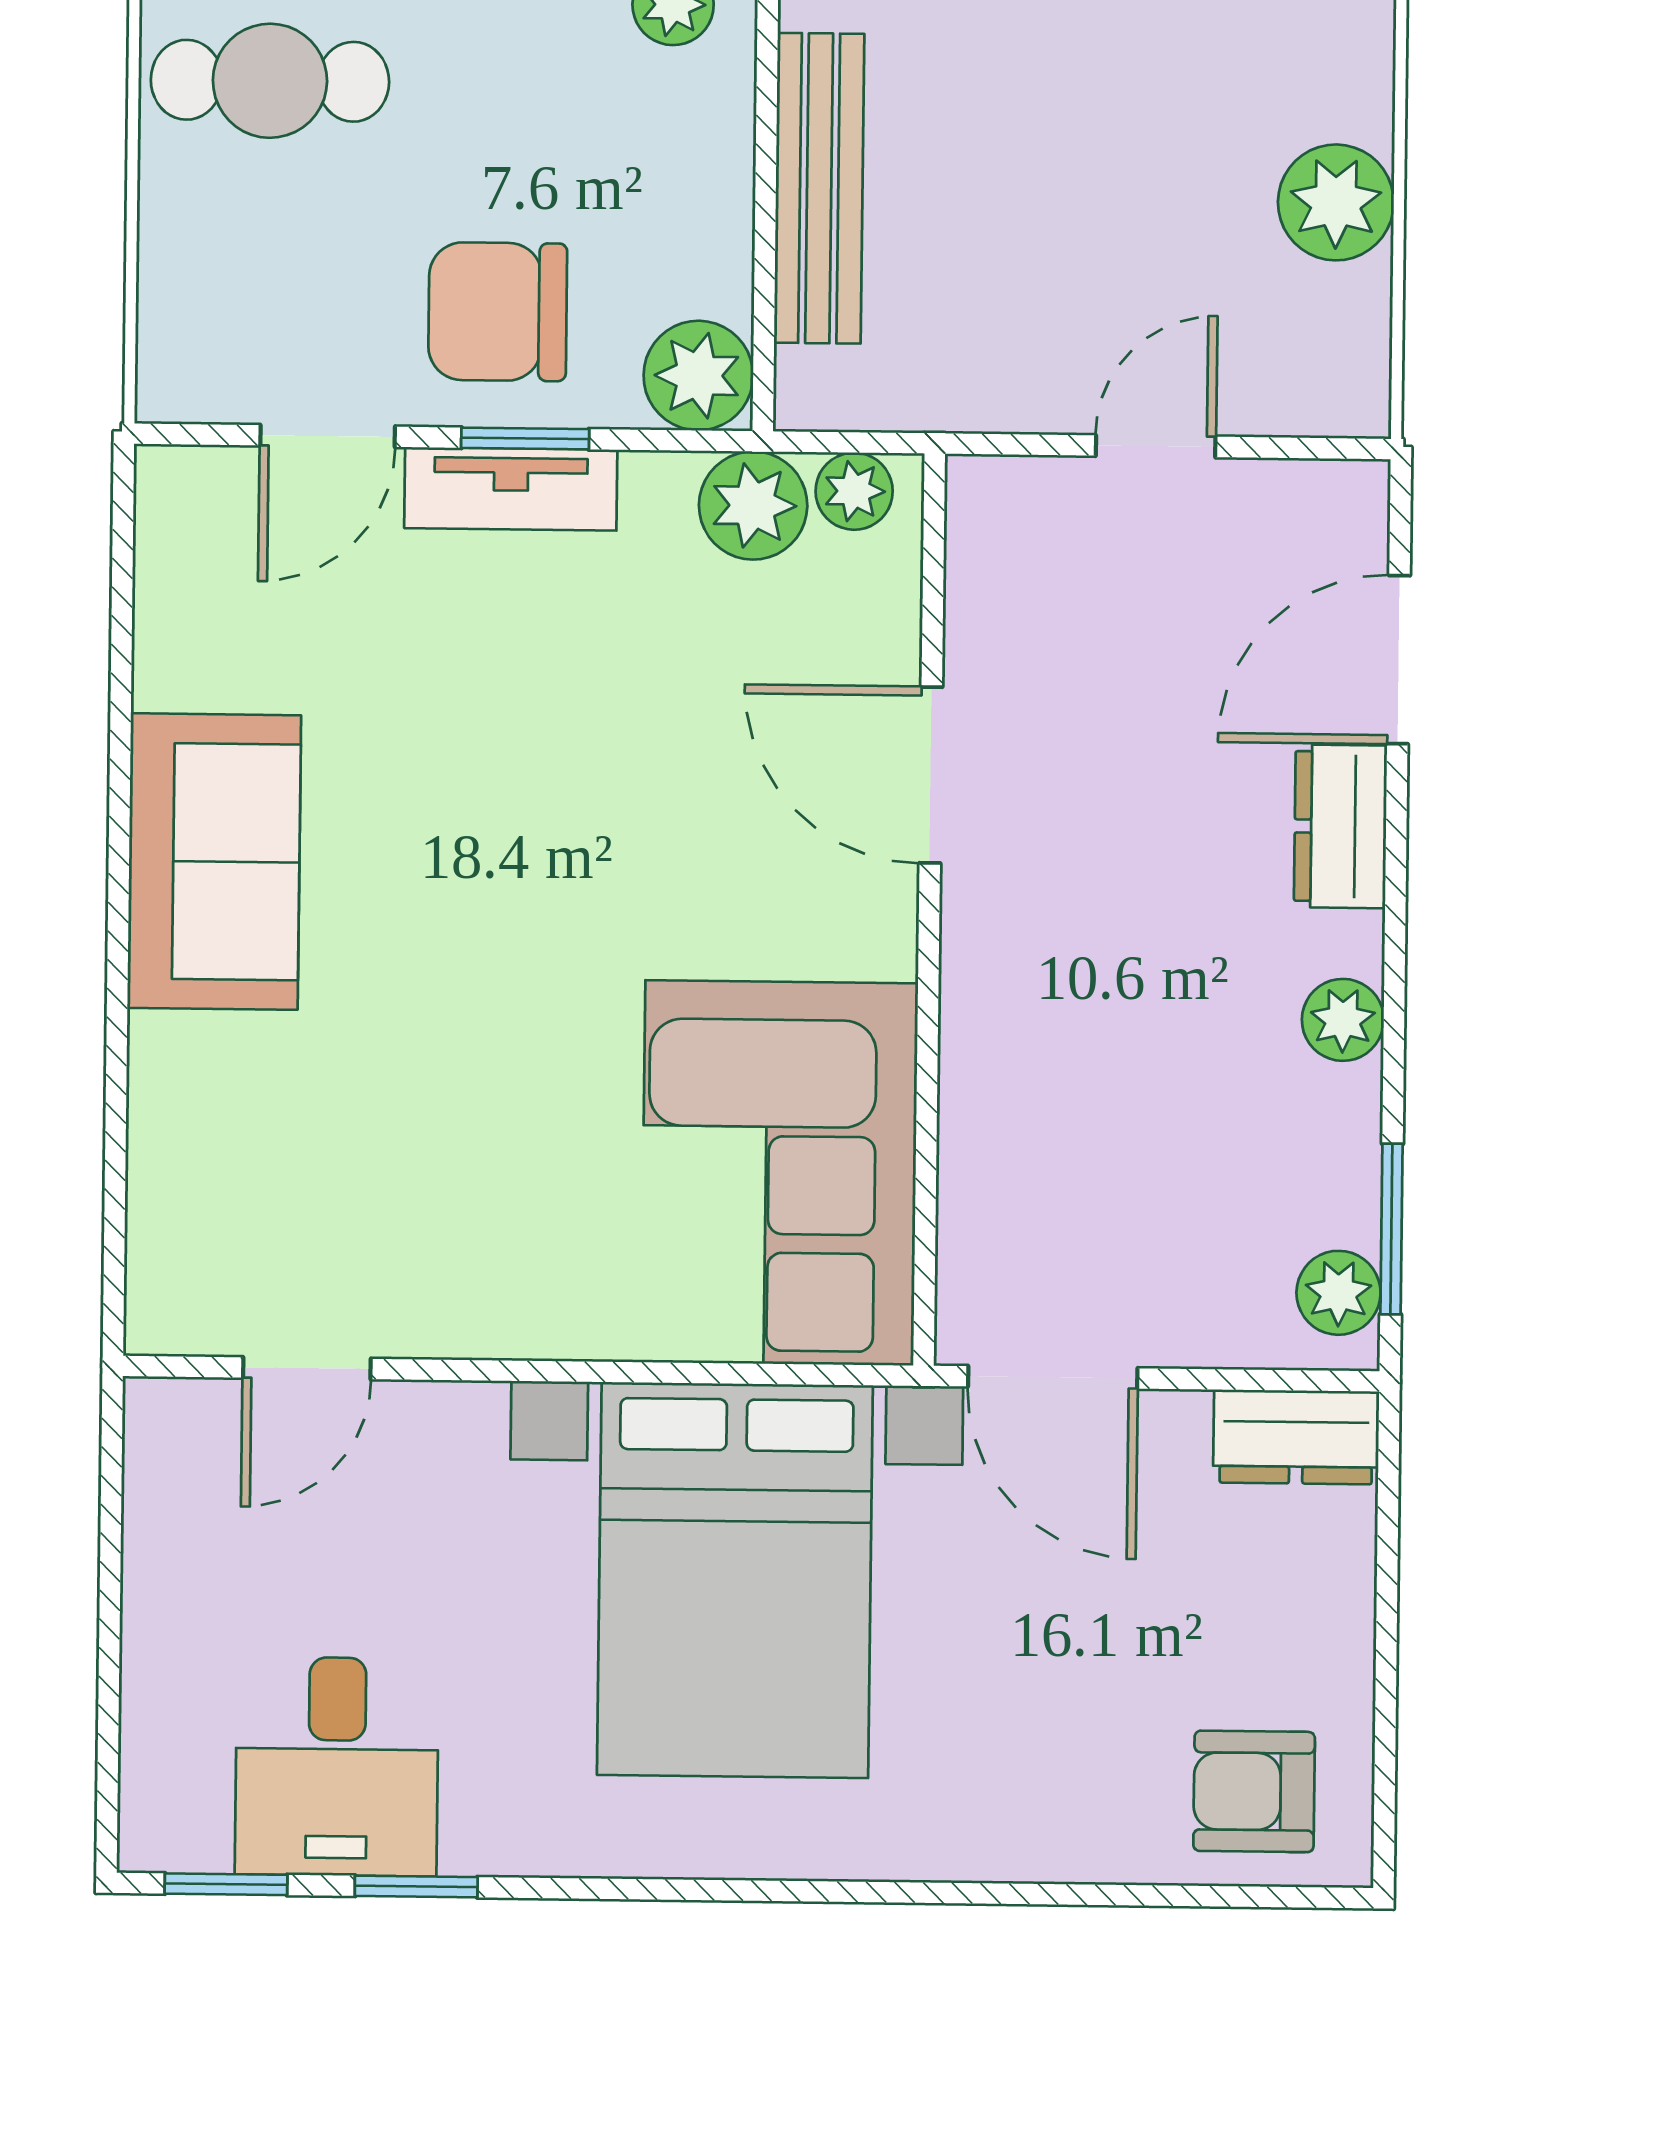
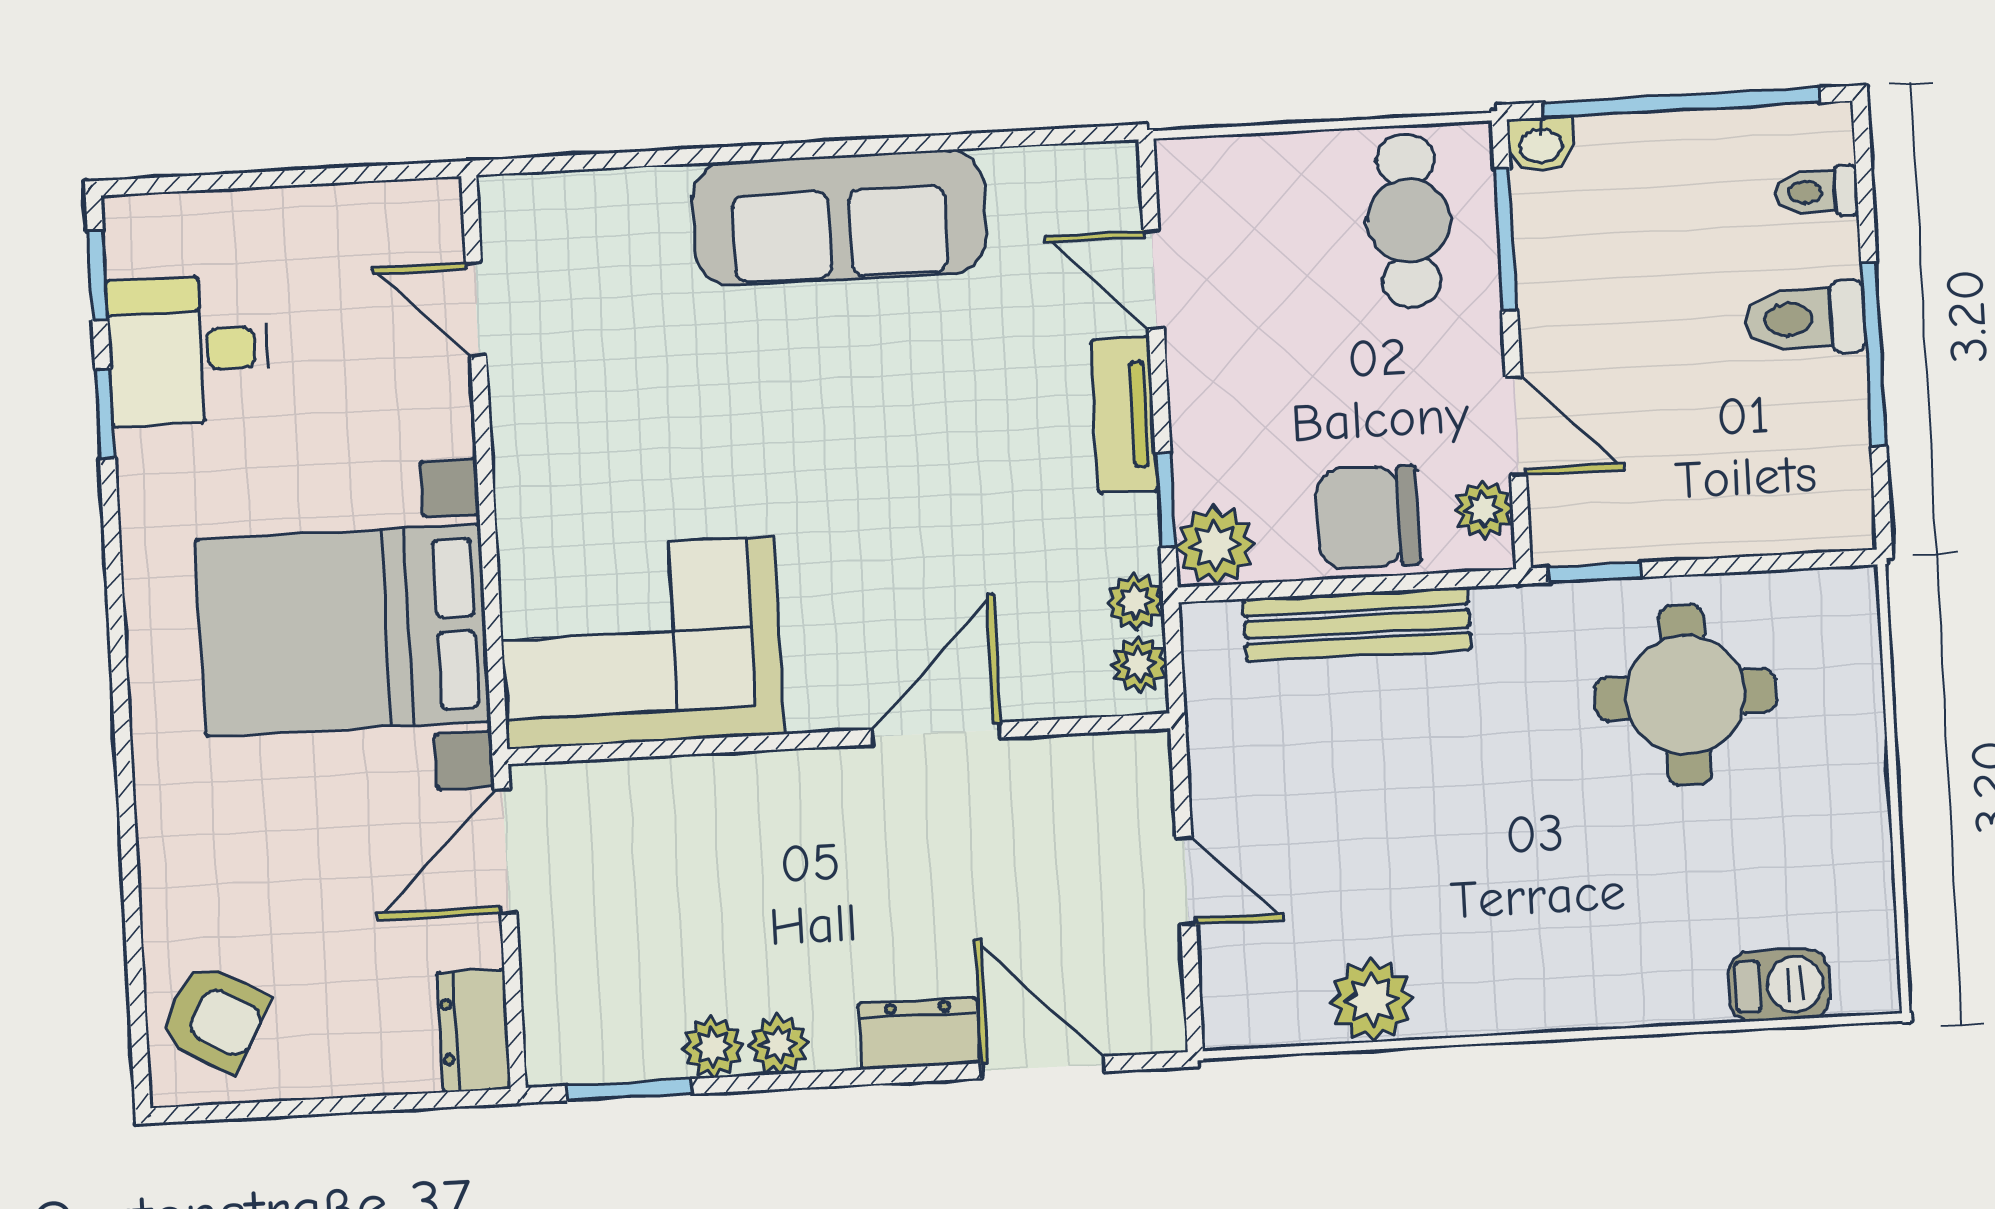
chair: (498, 312) -> (1368, 517), moved, turned -90
window: (525, 438) -> (1166, 500), moved
plant: (753, 505) -> (1135, 602), width x0.73, depth x0.73
sofa: (214, 862) -> (839, 218), width x1.36
plant: (1338, 1293) -> (713, 1047), moved
armchair: (1254, 1791) -> (214, 1017), turned 119

